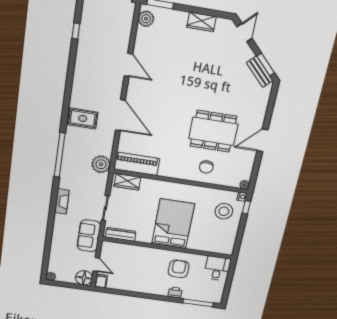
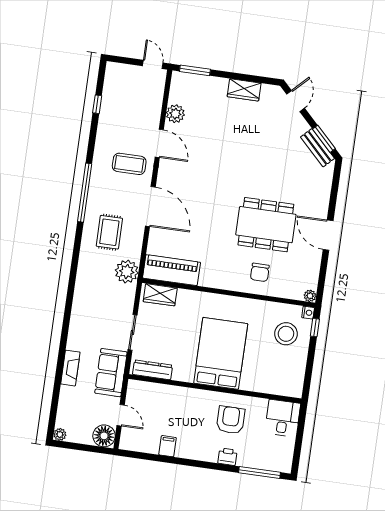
plant: (146, 19) -> (175, 114), moved
coffee table: (103, 81) -> (129, 164), added
rug: (83, 118) -> (109, 232), moved, turned 90
door: (262, 140) -> (328, 235), hinge flipped
window: (60, 155) -> (85, 193), moved
fireplace: (62, 201) -> (70, 368), moved
filing cabinet: (101, 281) -> (168, 446), moved

